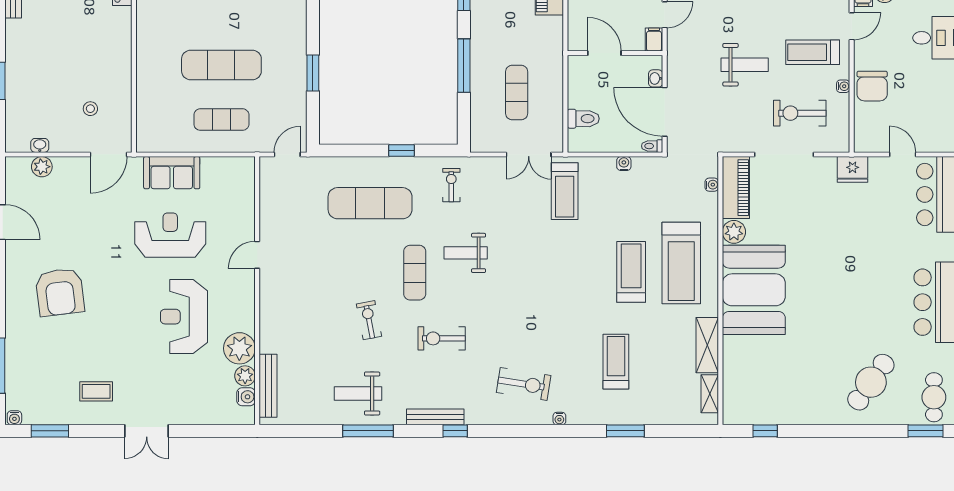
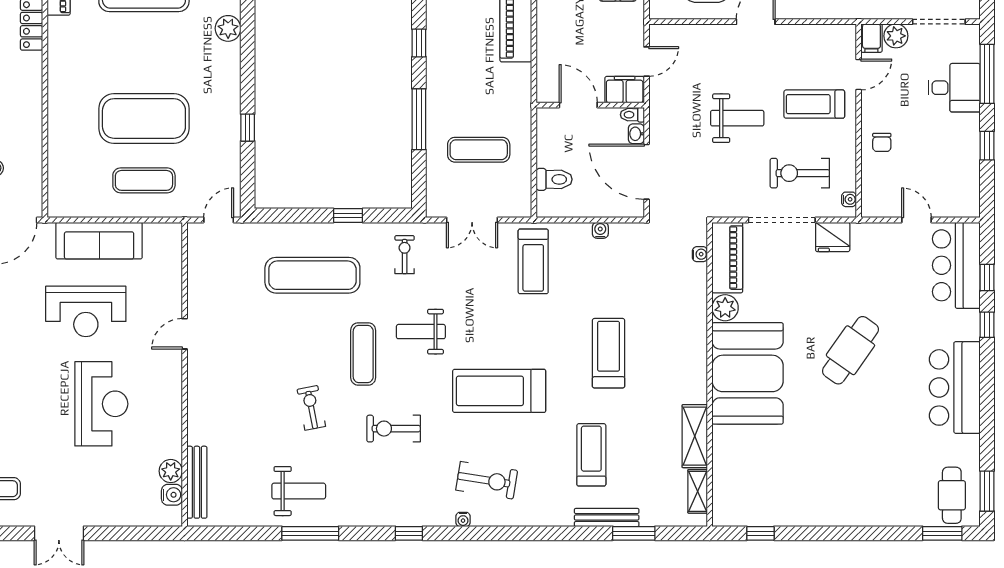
filing cabinet: (654, 40) -> (625, 90), width x2.00
exercise mat: (221, 65) -> (144, 118), width x1.47
window: (313, 73) -> (248, 128), width x0.67
water cooler: (843, 86) -> (849, 199), moved
chair: (872, 86) -> (882, 142), width x0.54, depth x0.54
exercise mat: (517, 93) -> (479, 150), turned 90
toilet: (652, 146) -> (632, 115), moved
double door: (529, 154) -> (472, 220), moved
fridge: (853, 169) -> (833, 237), moved
sofa: (172, 173) -> (99, 241), width x1.36
reception desk: (170, 235) -> (86, 311), turned 180
treadmill: (681, 263) -> (499, 391), moved, turned 90
reception desk: (184, 317) -> (101, 404), turned 180
plant: (239, 348) -> (164, 440), removed
cafe table: (871, 382) -> (850, 350), moved
weight bench: (358, 394) -> (299, 491), turned 180
bench: (435, 417) -> (607, 518), moved
water cooler: (559, 419) -> (463, 519), moved
window: (625, 431) -> (634, 533), moved

